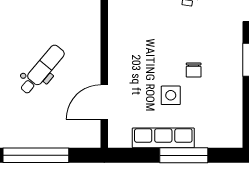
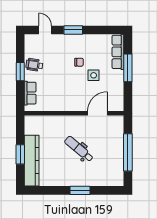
door: (104, 102) -> (97, 113), swing flipped
row of seats: (163, 138) -> (118, 52), moved

